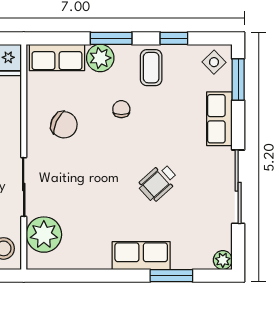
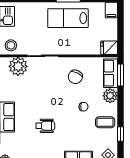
window: (111, 38) -> (120, 75), moved
wheelchair: (158, 182) -> (45, 126), turned 132

